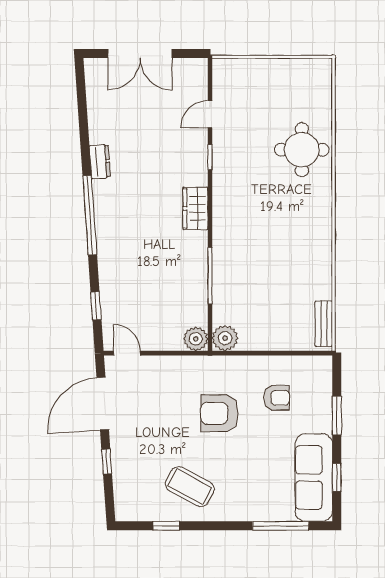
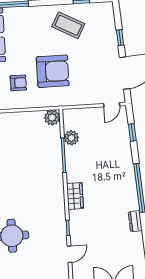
plant: (196, 339) -> (71, 138), moved
door: (127, 353) -> (112, 105), hinge flipped
armchair: (277, 398) -> (18, 83), turned 180
armchair: (220, 413) -> (53, 71), width x1.36, depth x1.36

